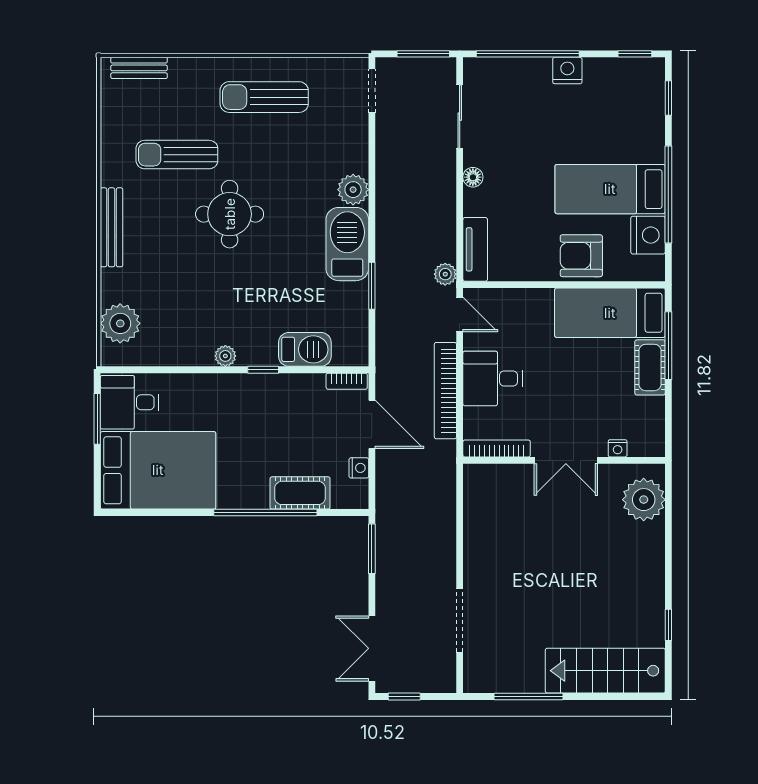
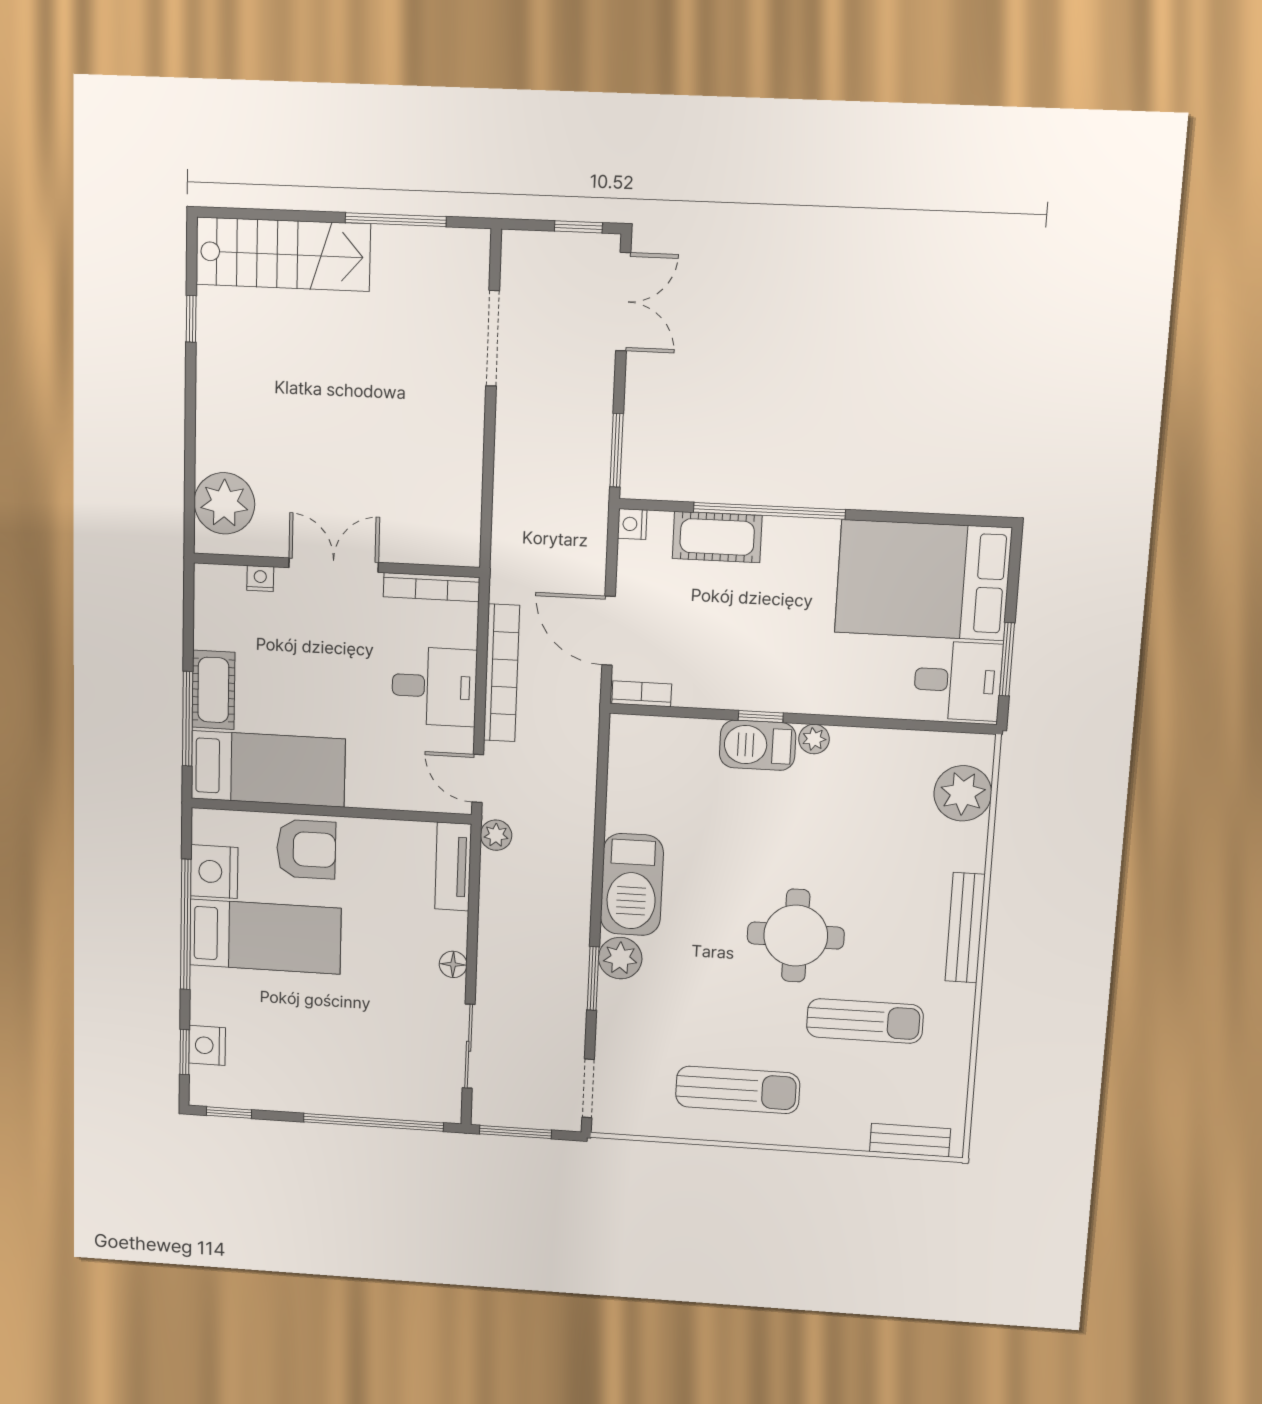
nightstand: (567, 71) -> (207, 1045), moved, turned 90
window: (372, 286) -> (593, 979), moved
barbecue: (305, 349) -> (758, 745), moved
nightstand: (359, 468) -> (632, 524), moved

